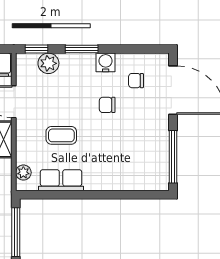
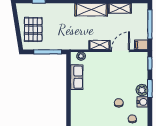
plant: (48, 63) -> (142, 90), moved
coffee table: (61, 135) -> (102, 77), removed

